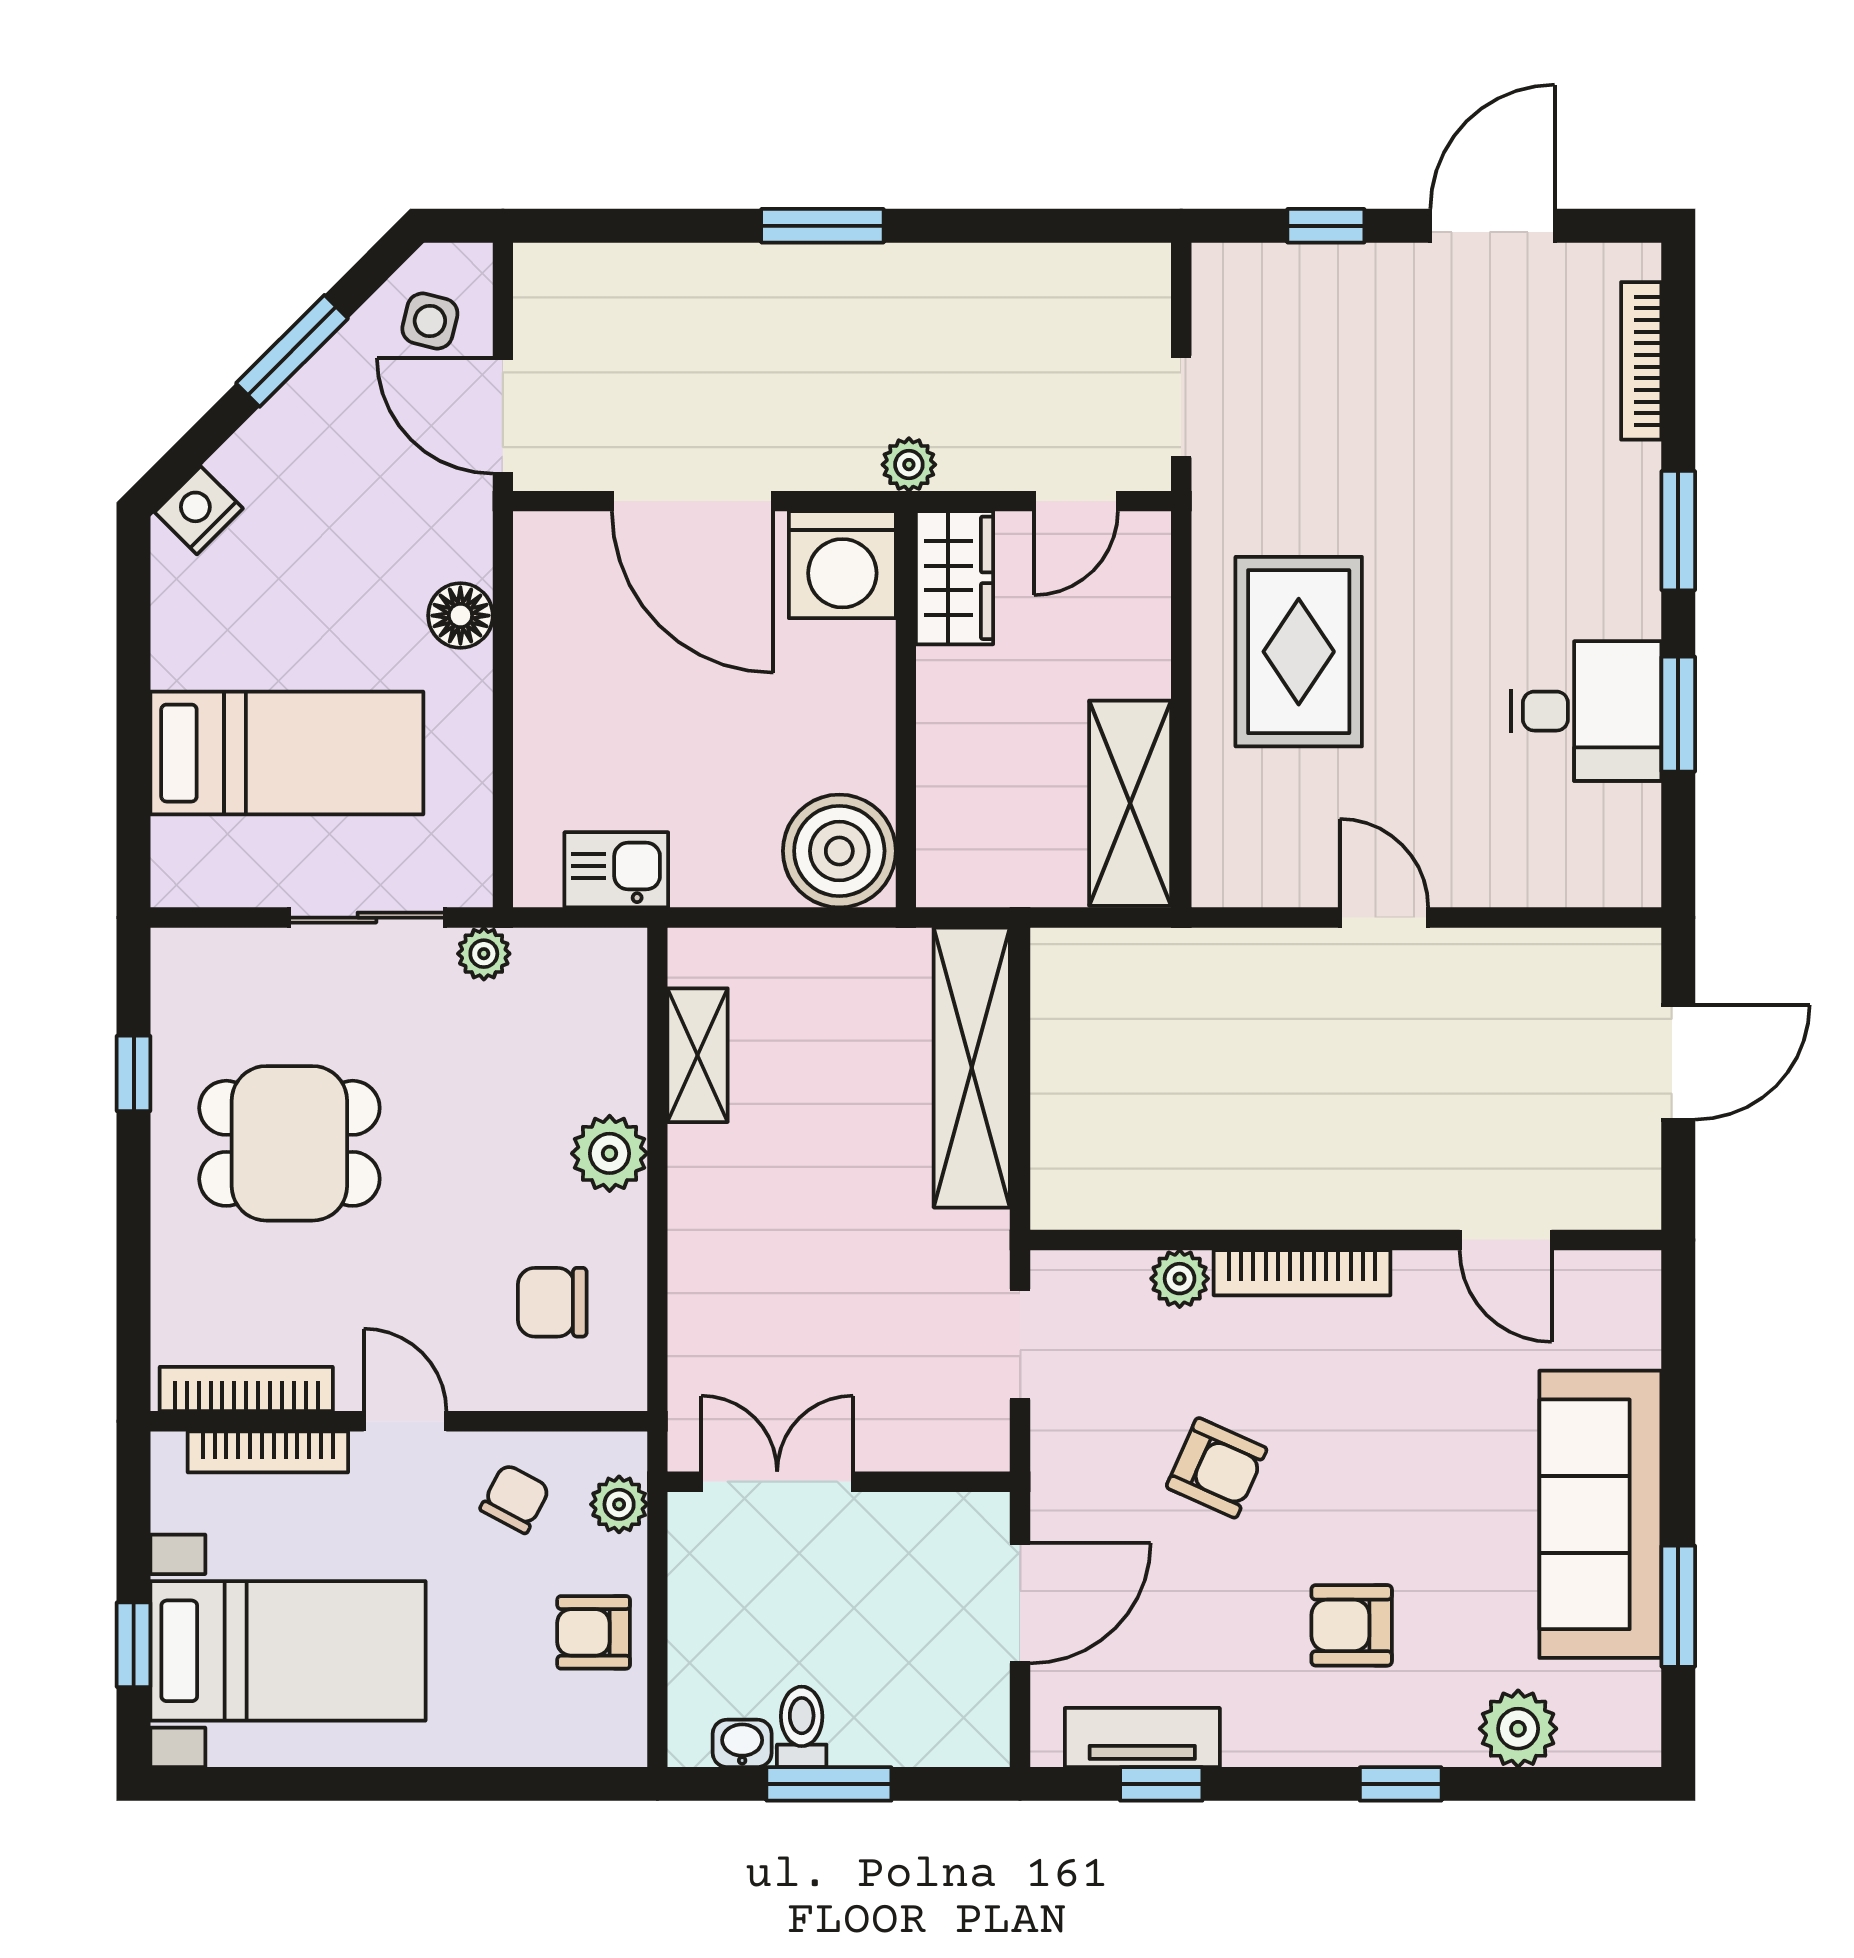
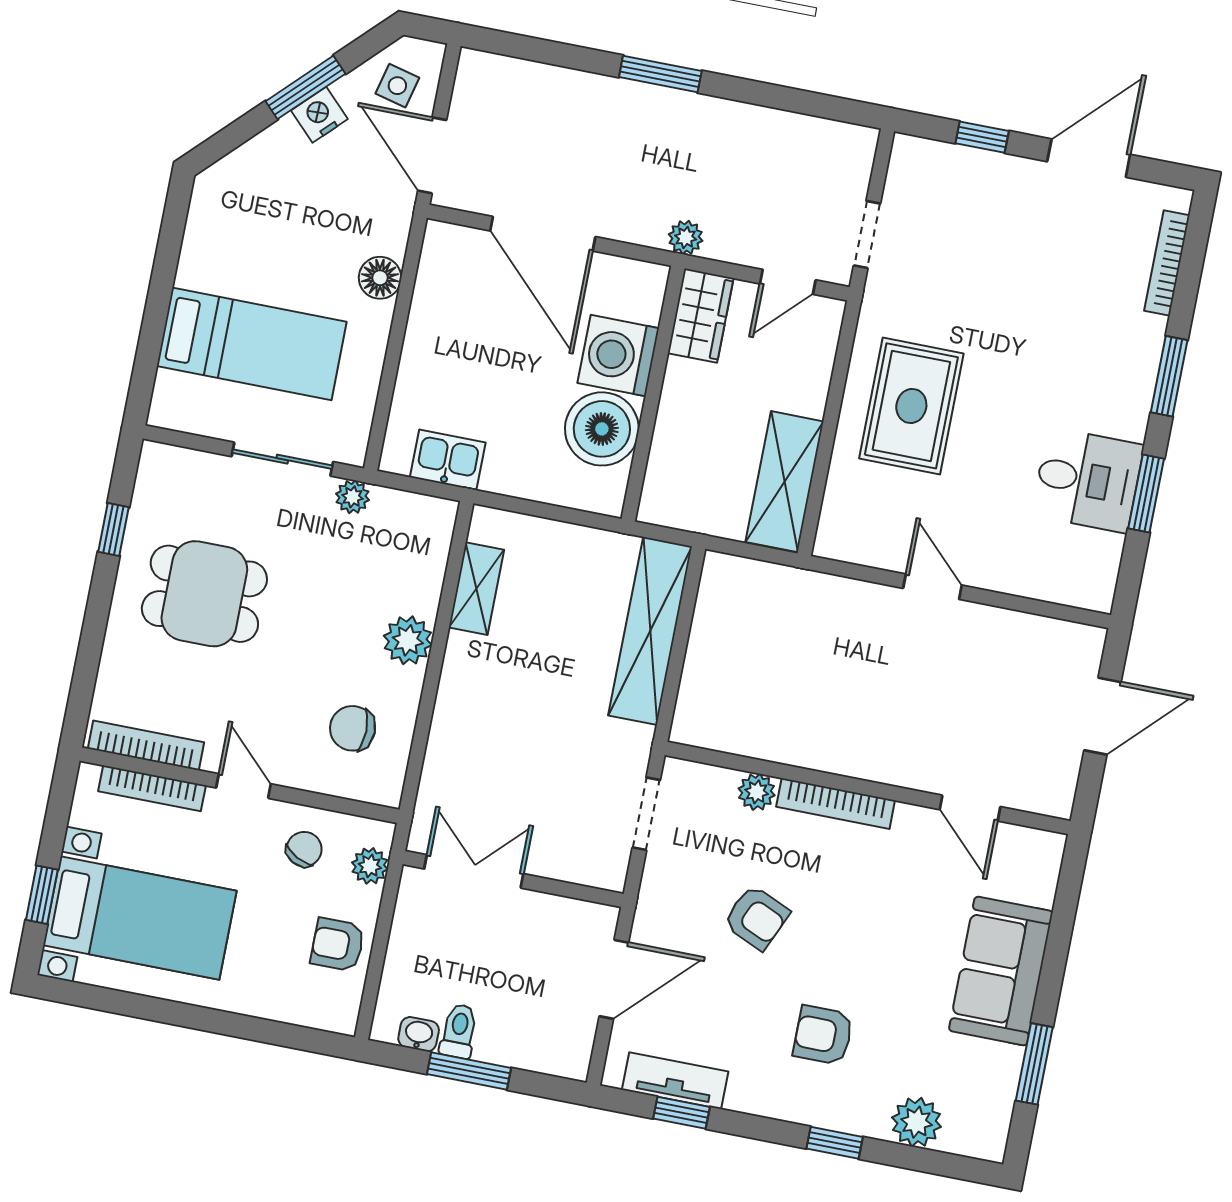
nightstand: (199, 510) -> (319, 115), moved
washing machine: (842, 565) -> (618, 356), moved, turned 90
boiler: (839, 851) -> (602, 429), moved
sofa: (1600, 1514) -> (1001, 971), width x0.73

